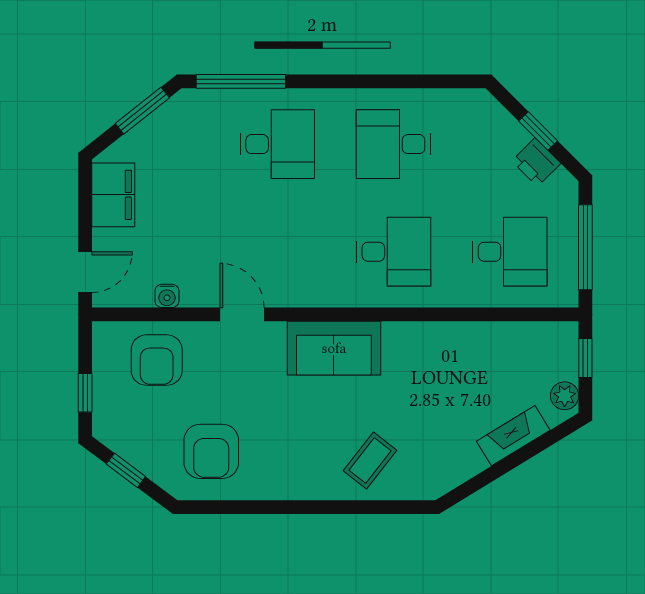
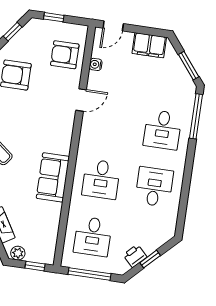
door: (85, 272) -> (113, 26), hinge flipped
sofa: (334, 348) -> (53, 177), moved

